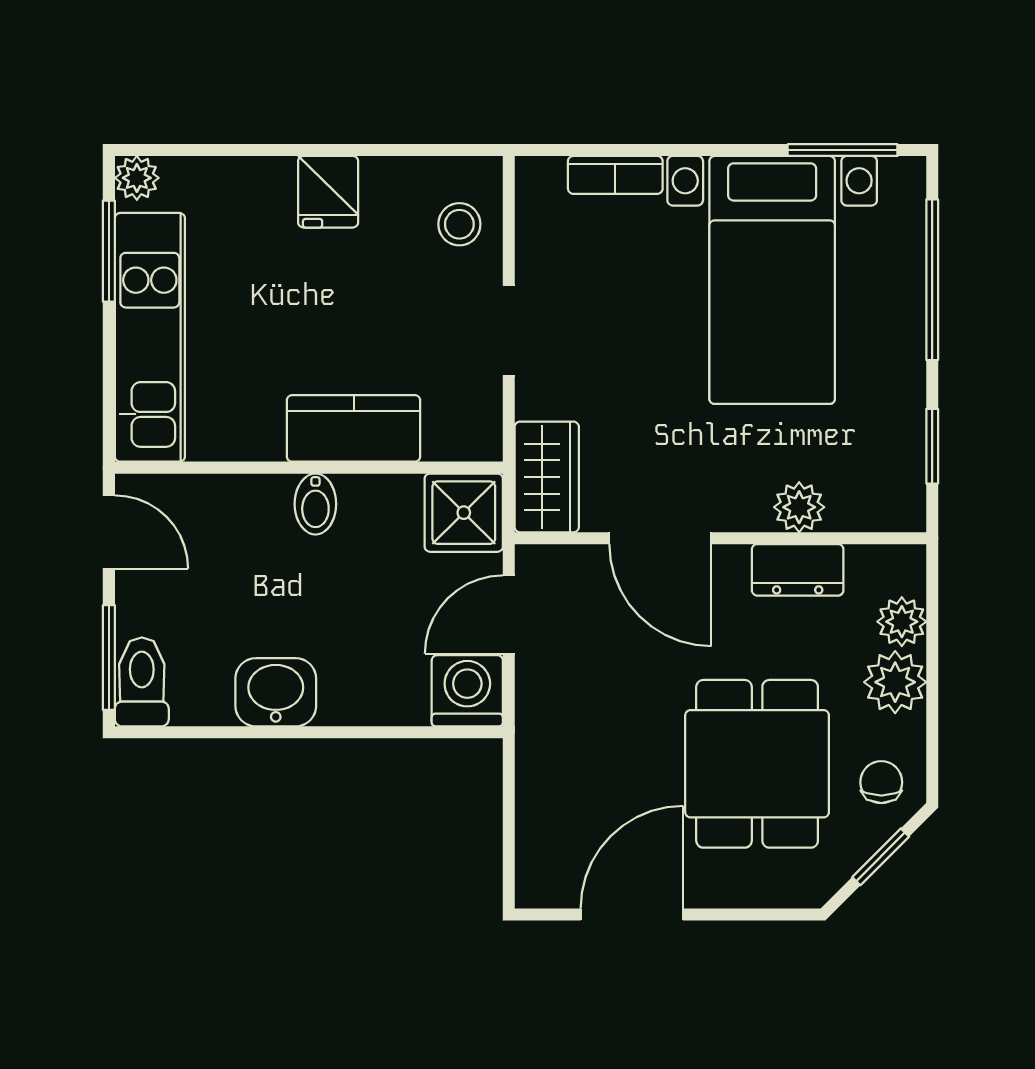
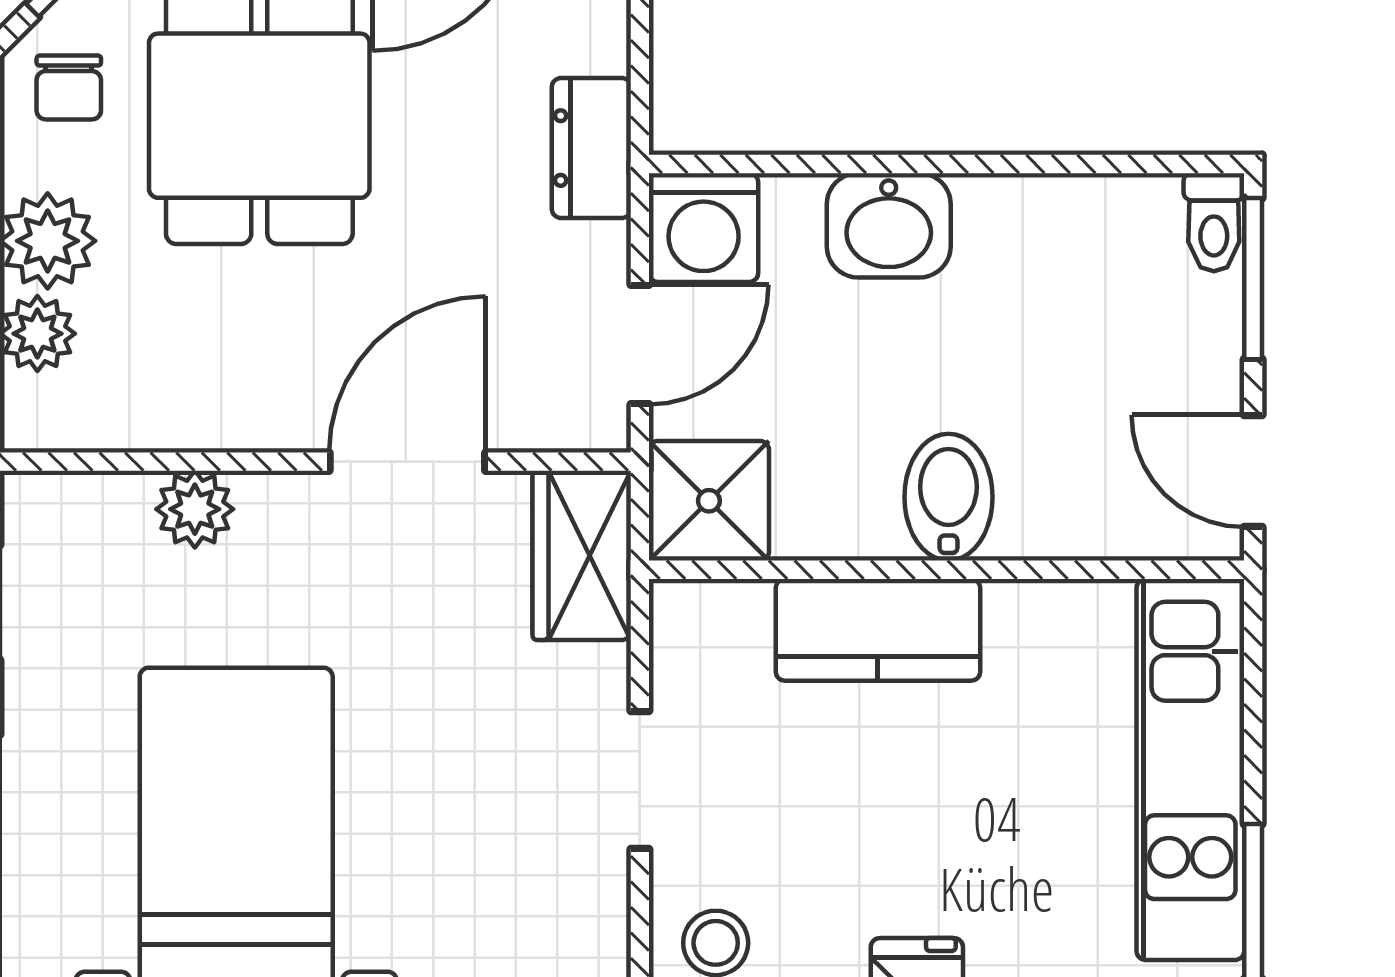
bidet: (315, 504) -> (948, 497), width x1.38, depth x1.36
door: (660, 538) -> (407, 462), hinge flipped
dresser: (798, 570) -> (591, 148), moved, turned -90
toilet: (142, 682) -> (1214, 222), width x0.73, depth x0.72
washbasin: (276, 692) -> (889, 225), moved

